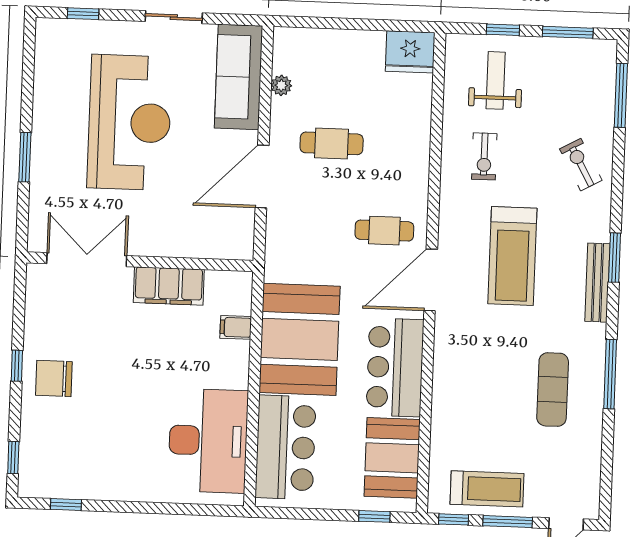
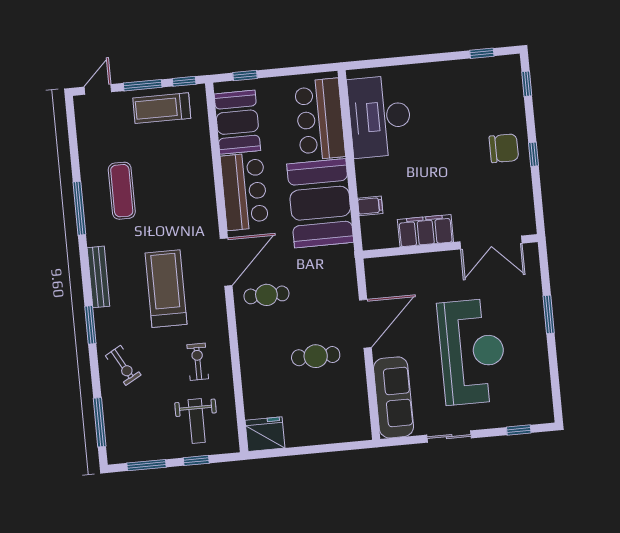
plant: (281, 85) -> (360, 395), removed
reception desk: (129, 122) -> (472, 352), turned 180
window: (615, 258) -> (90, 325), moved

